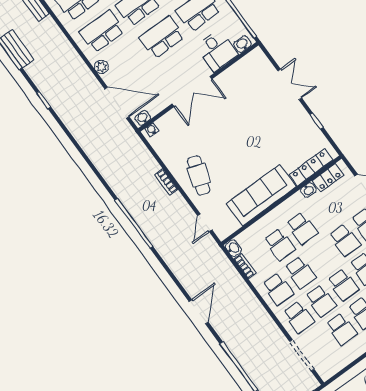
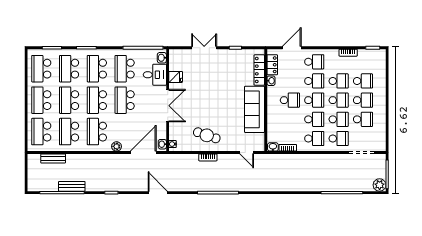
fridge: (232, 76) -> (176, 77), added
cafe table: (199, 175) -> (207, 135), moved
school desk: (280, 245) -> (314, 100), moved
door: (199, 312) -> (158, 193), moved

